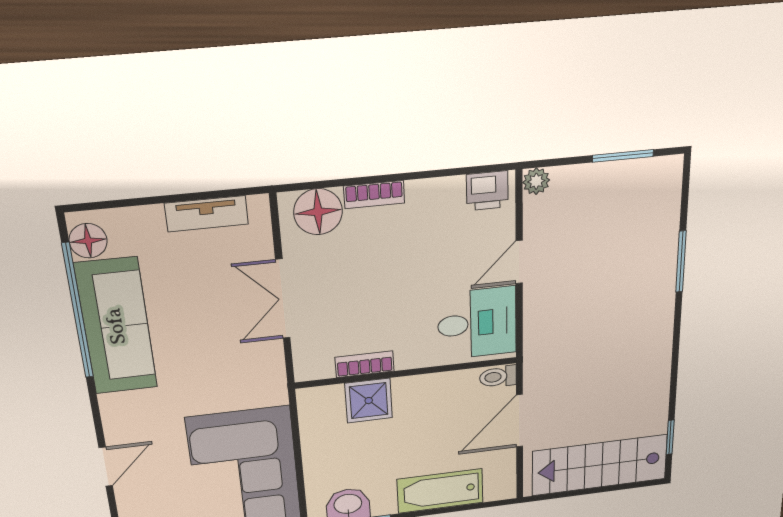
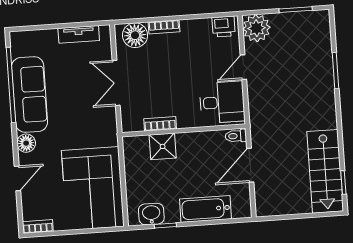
plant: (536, 181) -> (256, 28), width x1.88, depth x1.88
floor lamp: (88, 241) -> (26, 143), moved
stairs: (600, 465) -> (325, 171), moved, turned -90

